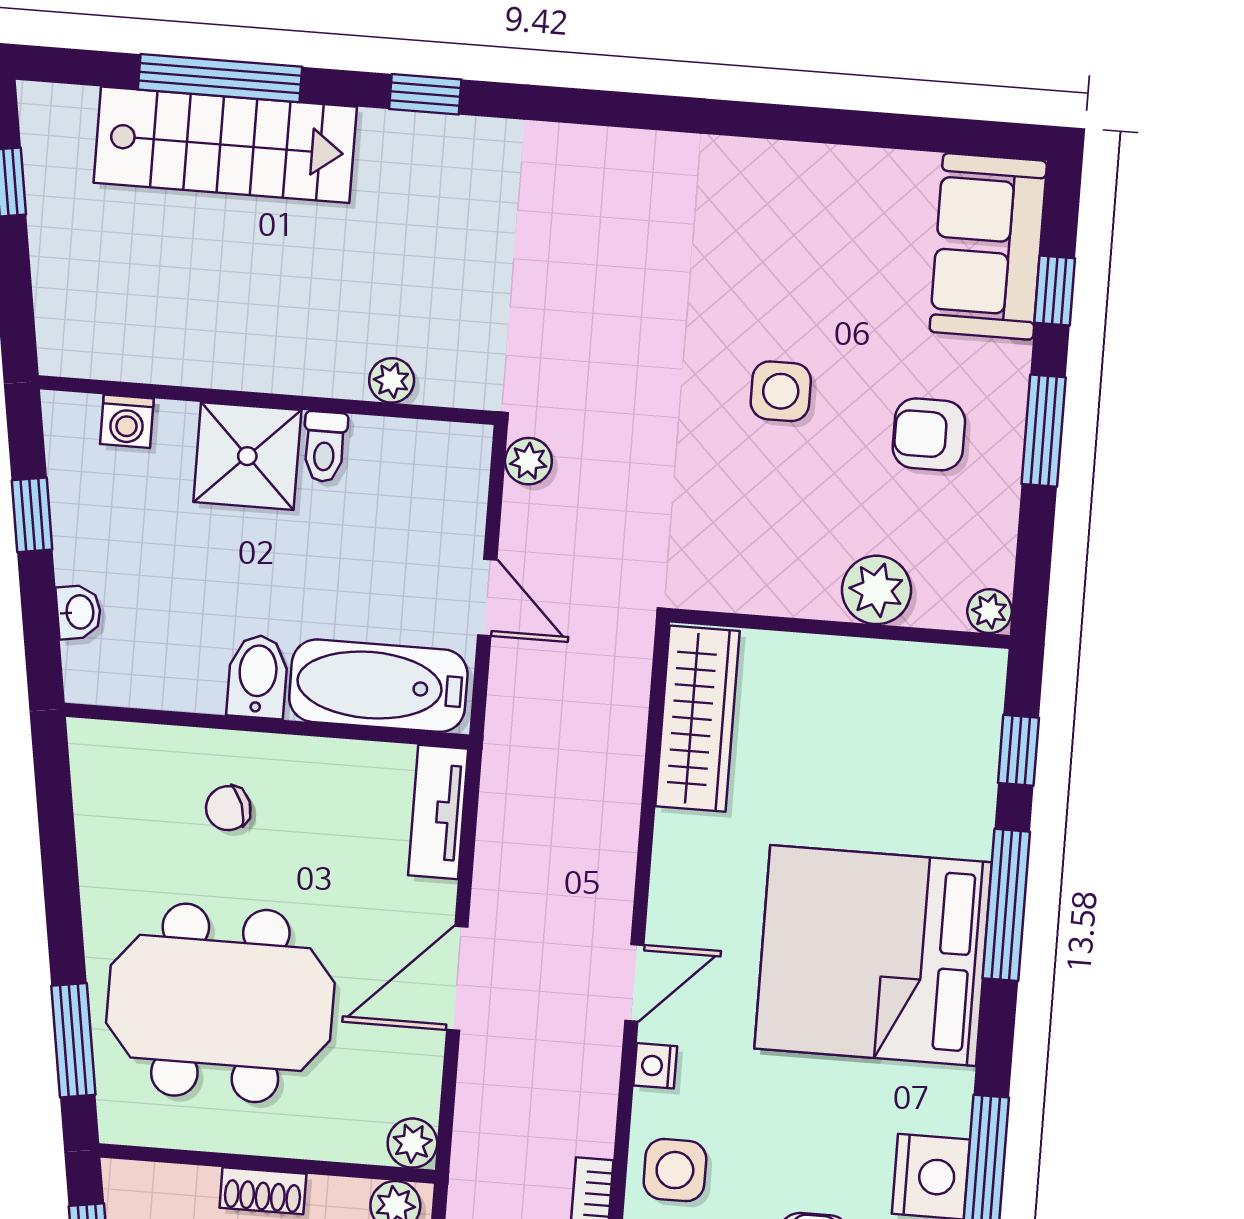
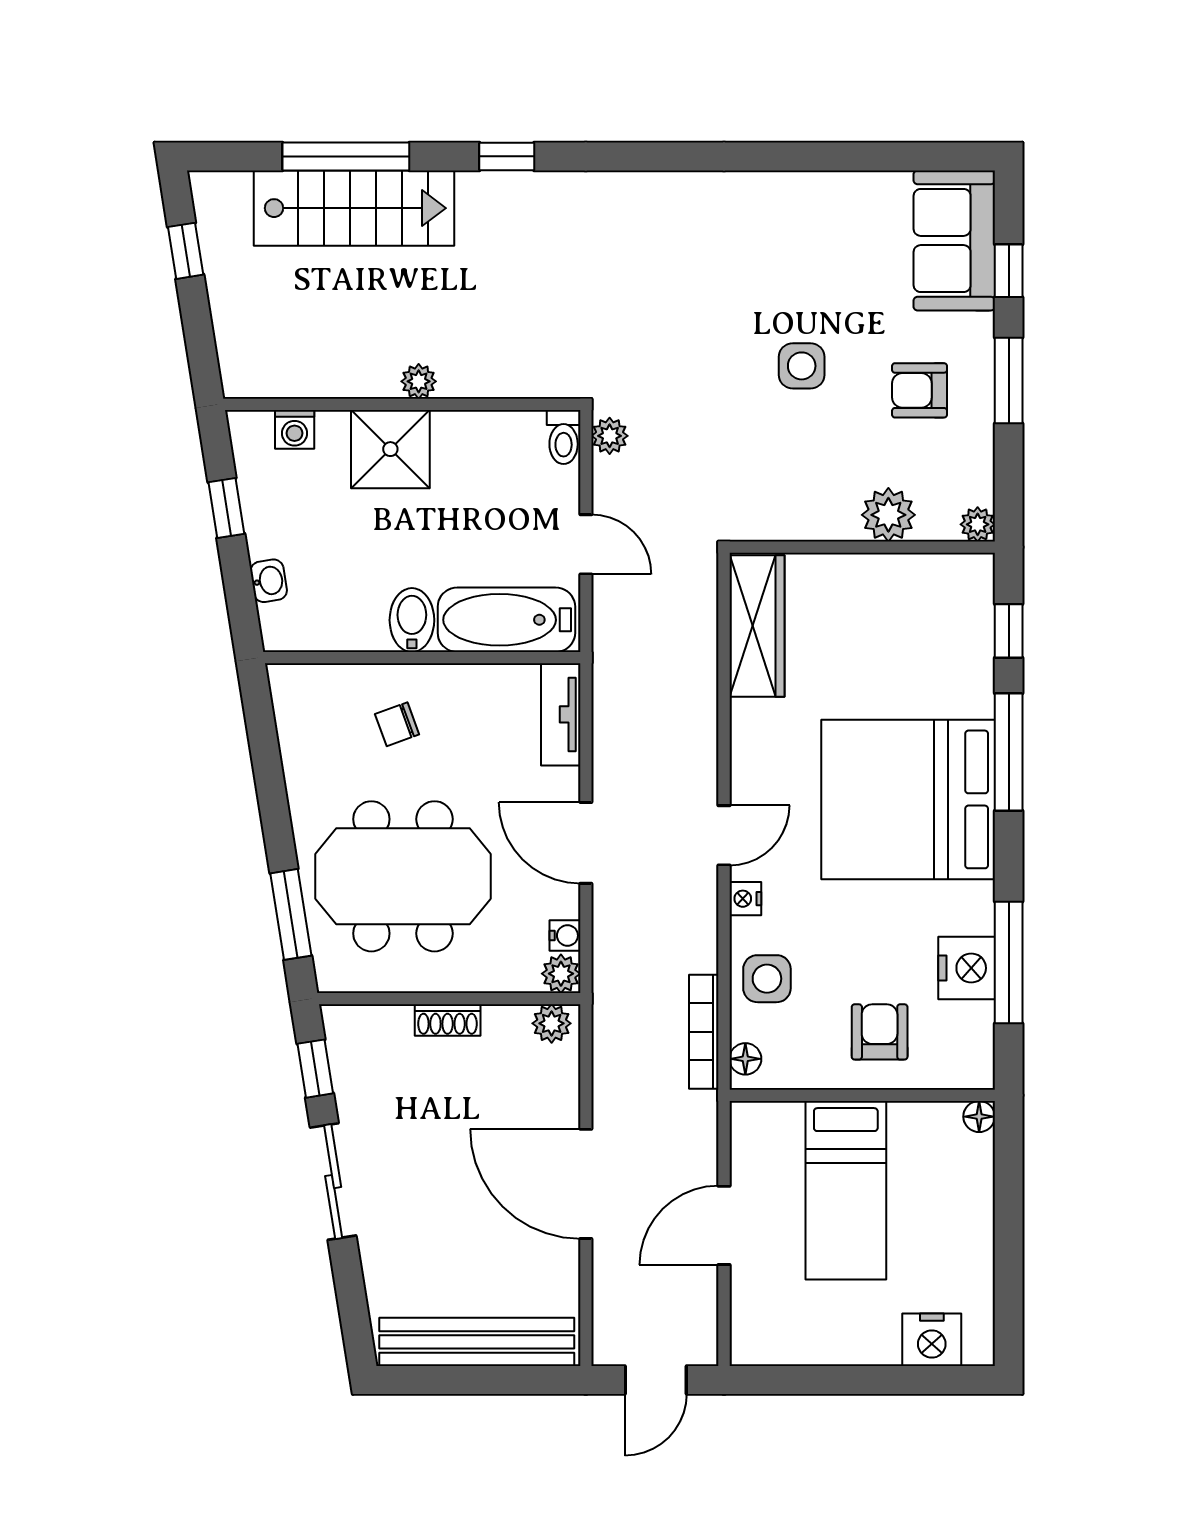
plant: (392, 380) -> (419, 381), moved
toilet: (325, 447) -> (564, 437), moved
door: (457, 978) -> (586, 843), hinge flipped
water cooler: (421, 1095) -> (565, 936), added

